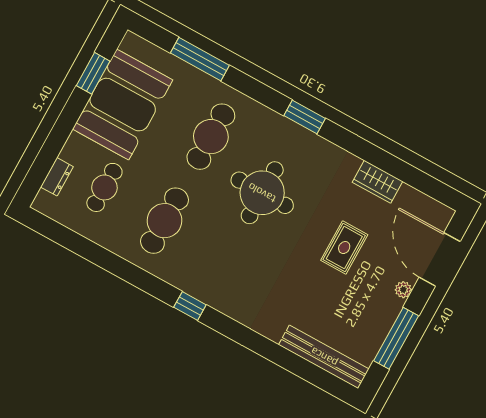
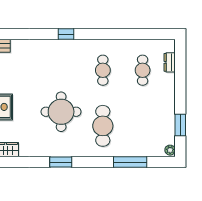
plant: (129, 44) -> (170, 150), added
booth: (123, 105) -> (157, 117), removed
cafe table: (164, 221) -> (103, 70), width x0.73, depth x0.74

